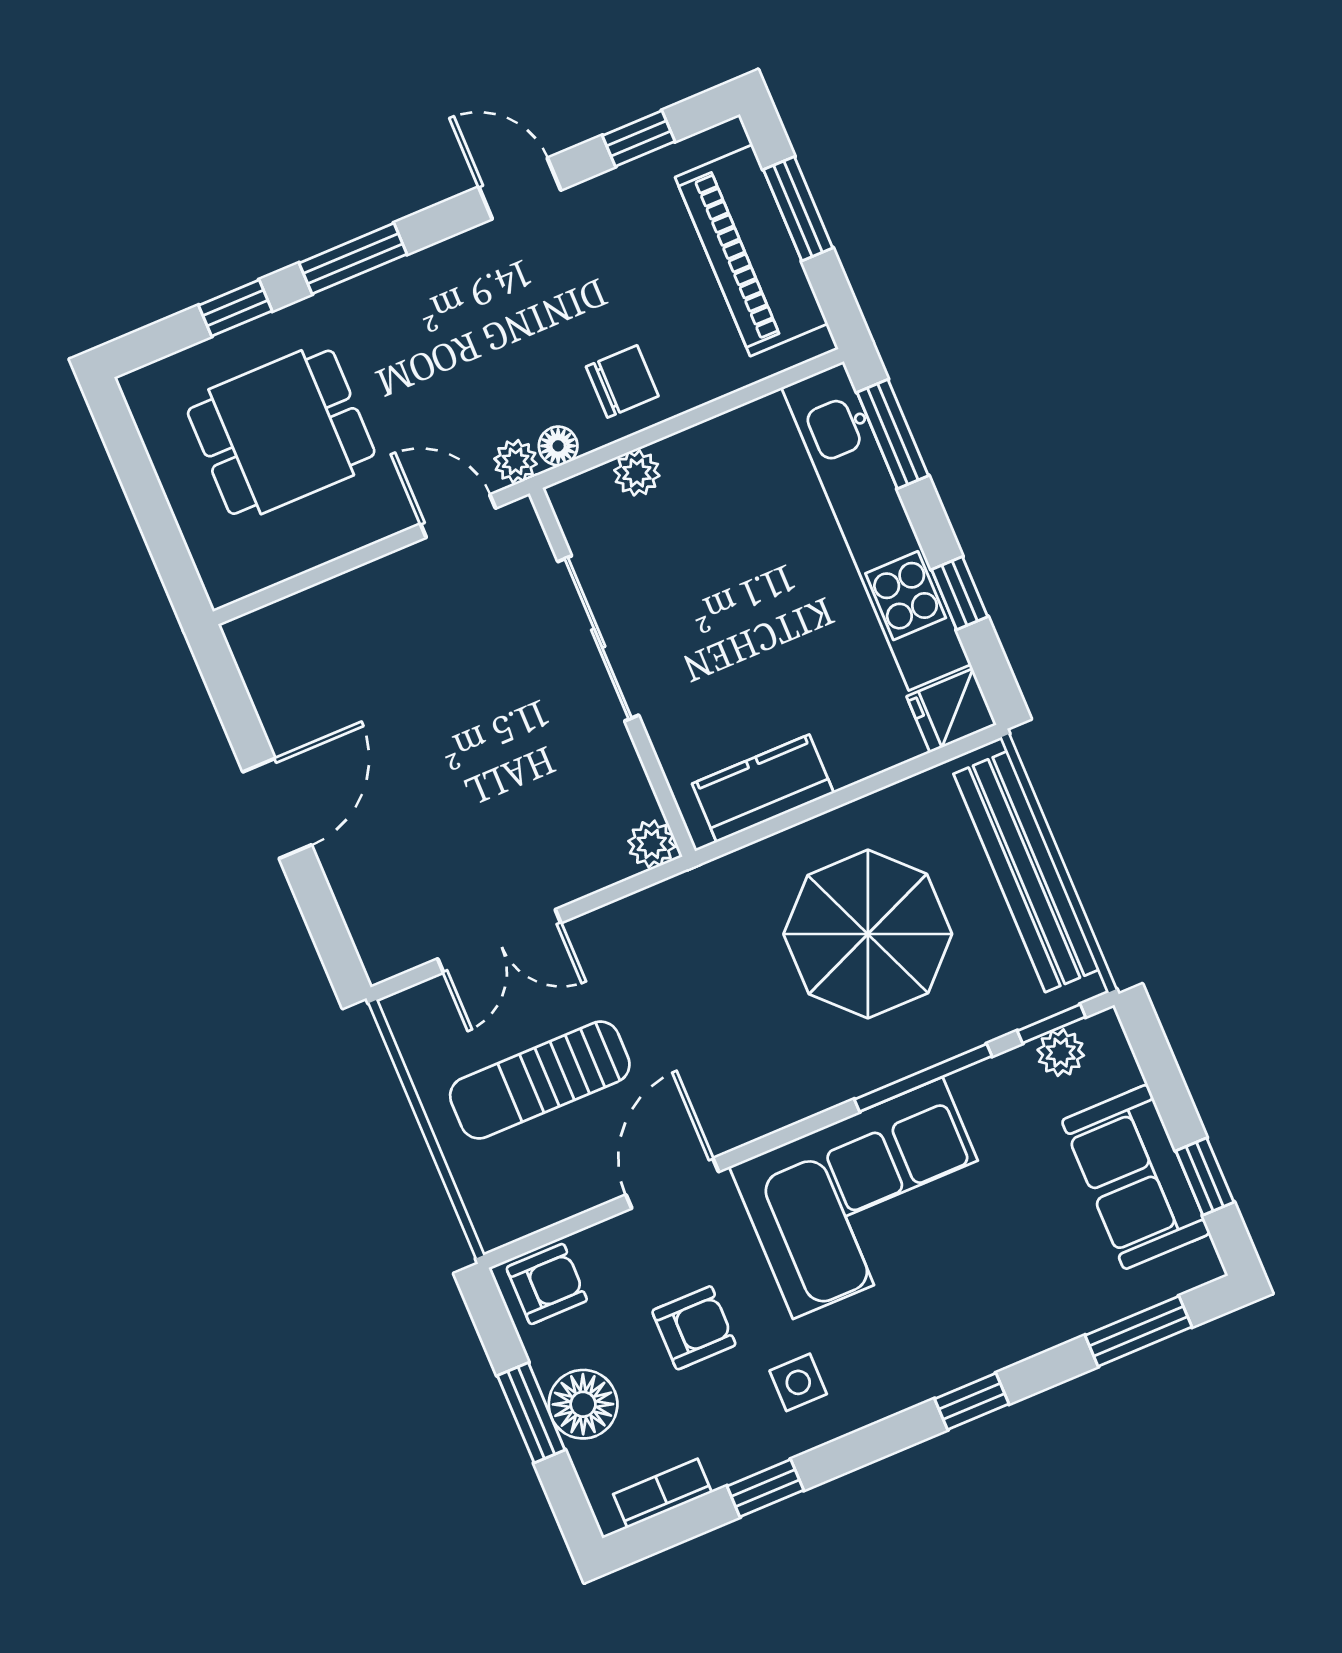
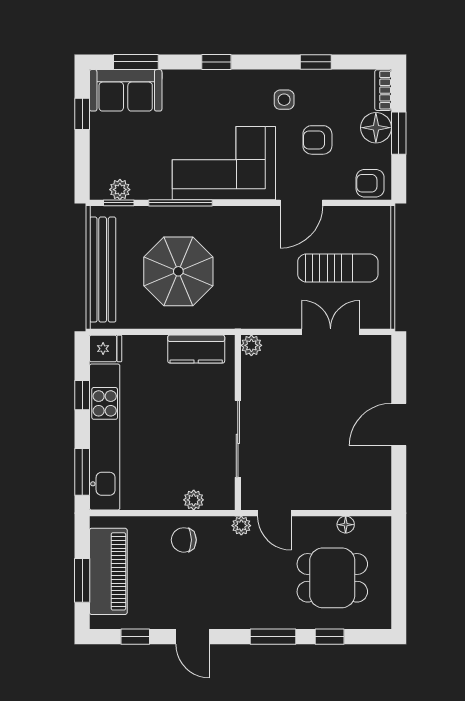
floor lamp: (558, 446) -> (346, 525), moved
sofa: (1136, 1177) -> (126, 90), moved, turned 90
bookcase: (663, 1493) -> (383, 90), moved, turned 90

